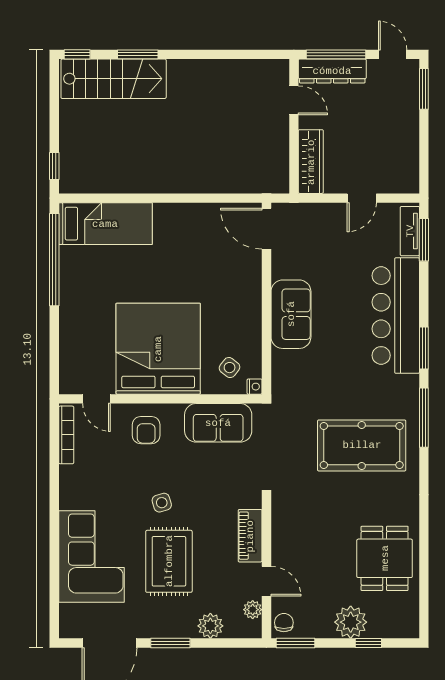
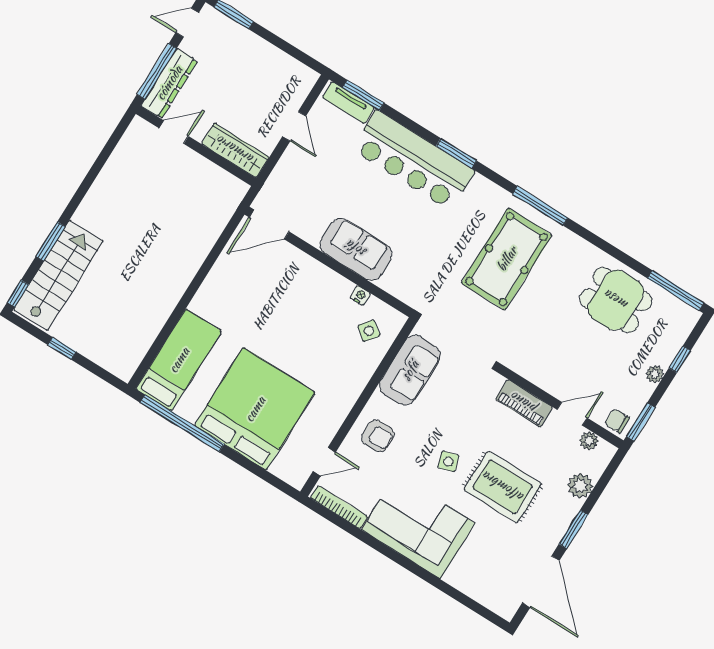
window: (54, 166) -> (62, 348), moved
bed: (158, 349) -> (255, 409), moved, turned 90
nightstand: (255, 387) -> (360, 296), moved
window: (424, 418) -> (540, 206), moved
corner sofa: (92, 556) -> (418, 527), moved
window: (424, 604) -> (676, 291), added
plant: (351, 622) -> (655, 374), width x0.53, depth x0.53

